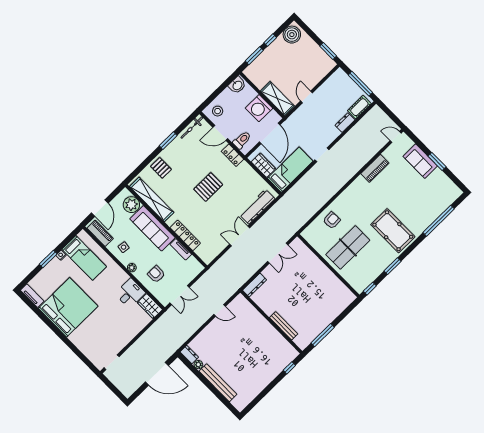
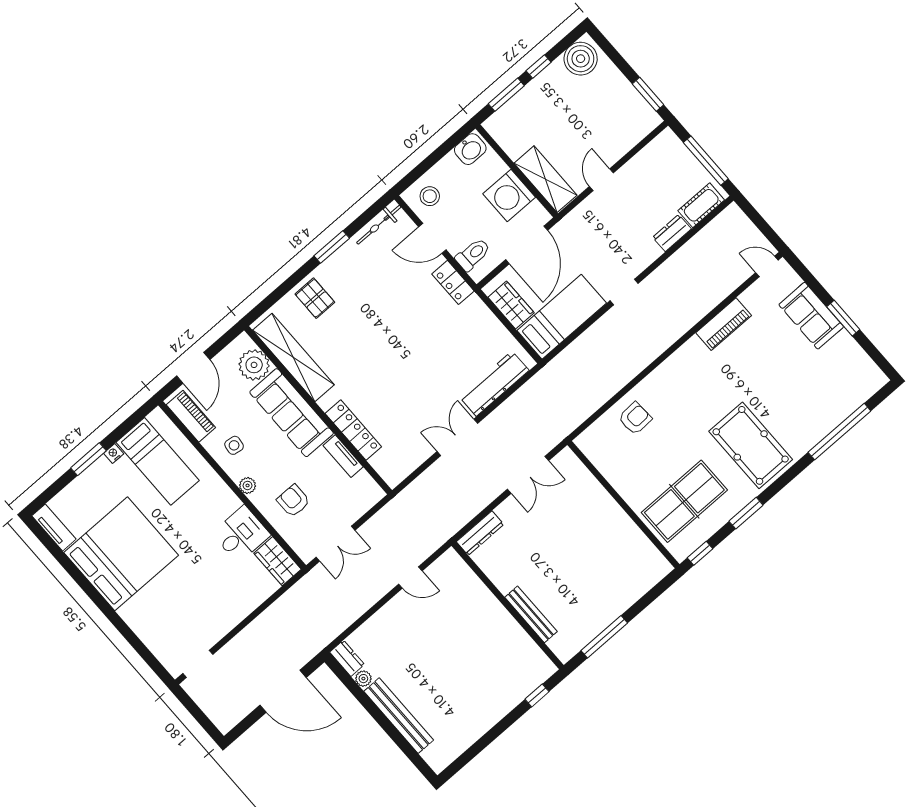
pallet: (208, 187) -> (403, 340), removed
table tennis table: (348, 247) -> (684, 501), moved

